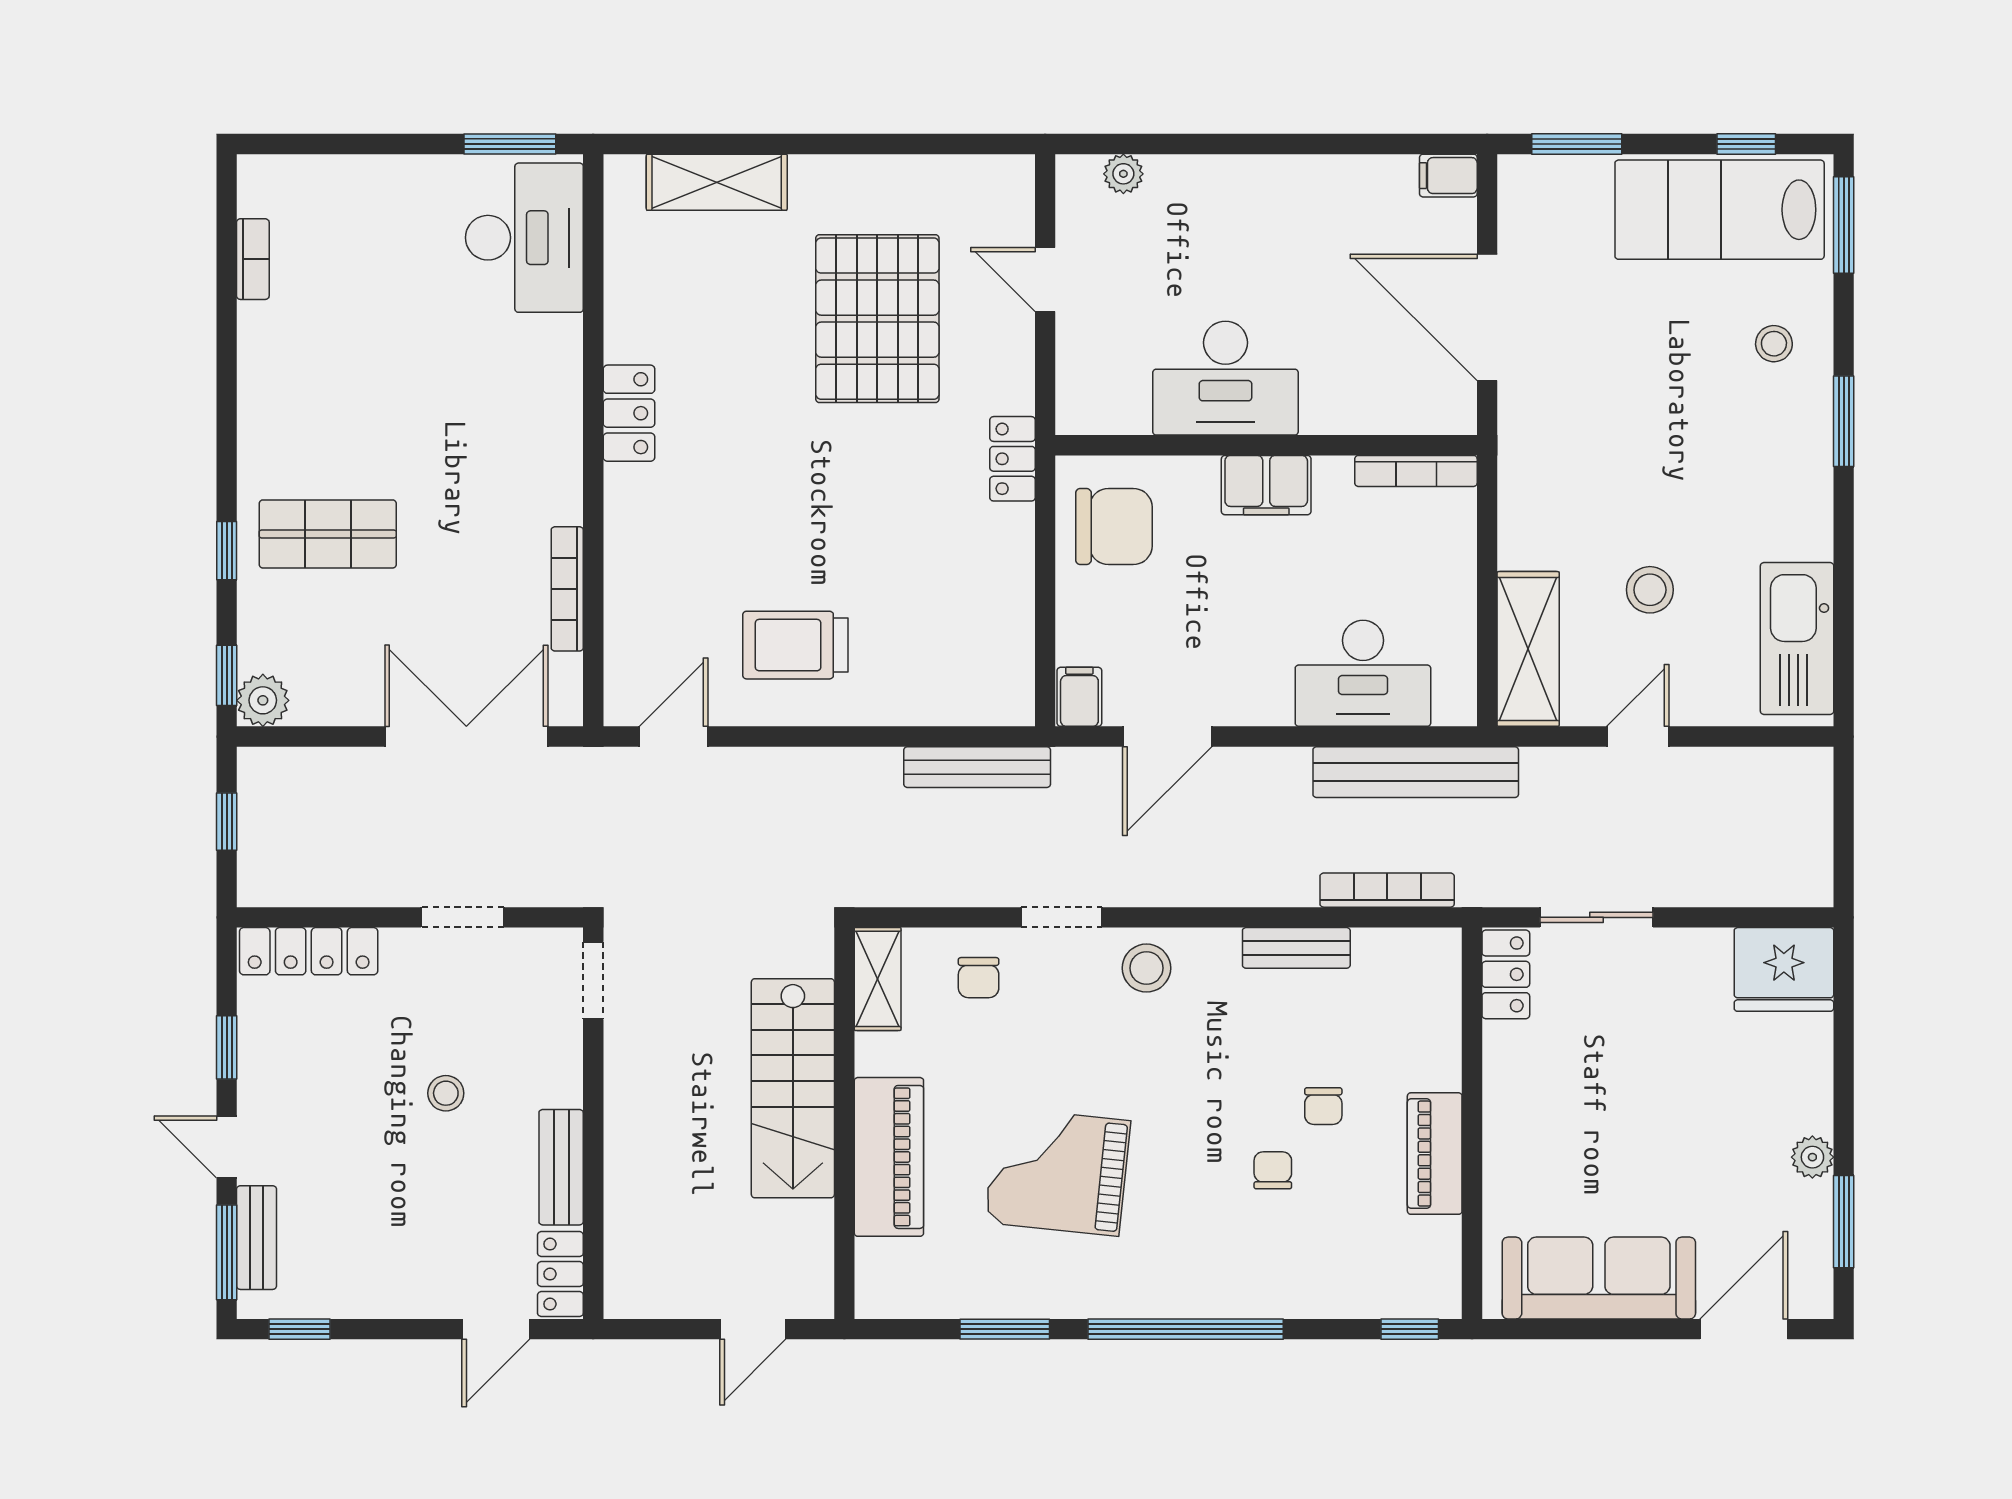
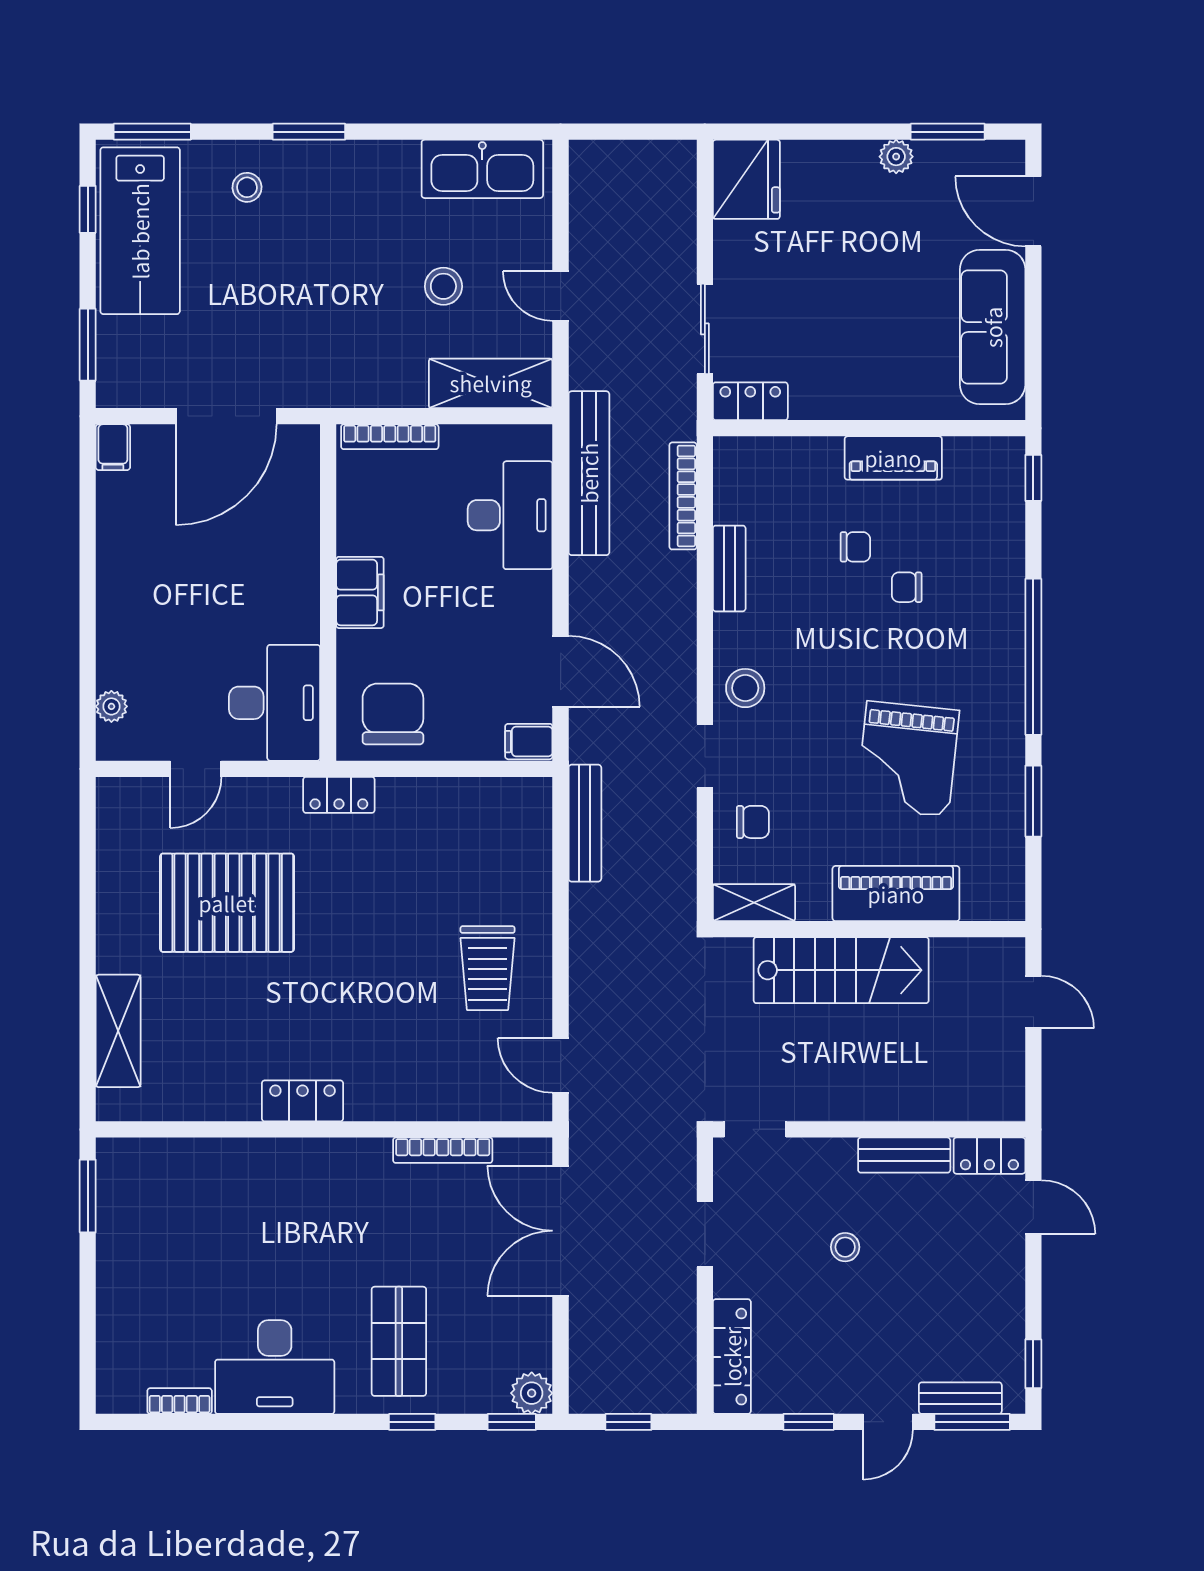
desk: (524, 238) -> (275, 1367), moved, turned 180
desk: (1225, 378) -> (275, 703), moved
bookcase: (1416, 471) -> (390, 437), moved, turned 90

